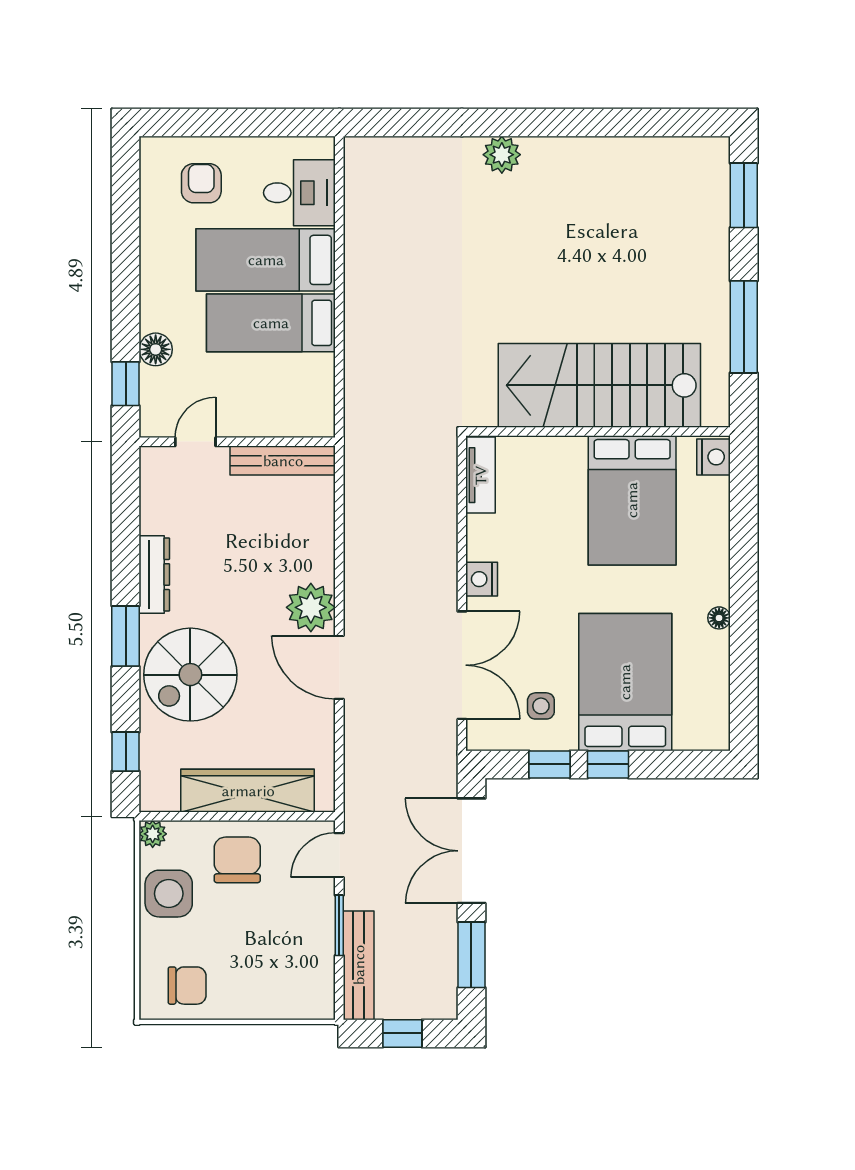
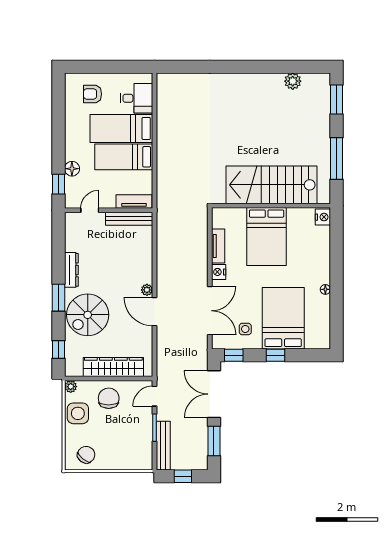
plant: (502, 155) -> (293, 81), moved
armchair: (201, 183) -> (93, 94), turned -90
tv unit: (294, 422) -> (134, 202), added
tv unit: (481, 475) -> (218, 246), moved
bed: (632, 500) -> (267, 237), moved
plant: (311, 607) -> (147, 290), width x0.53, depth x0.53
window: (550, 764) -> (234, 355), moved
chair: (187, 986) -> (86, 455), turned -52

